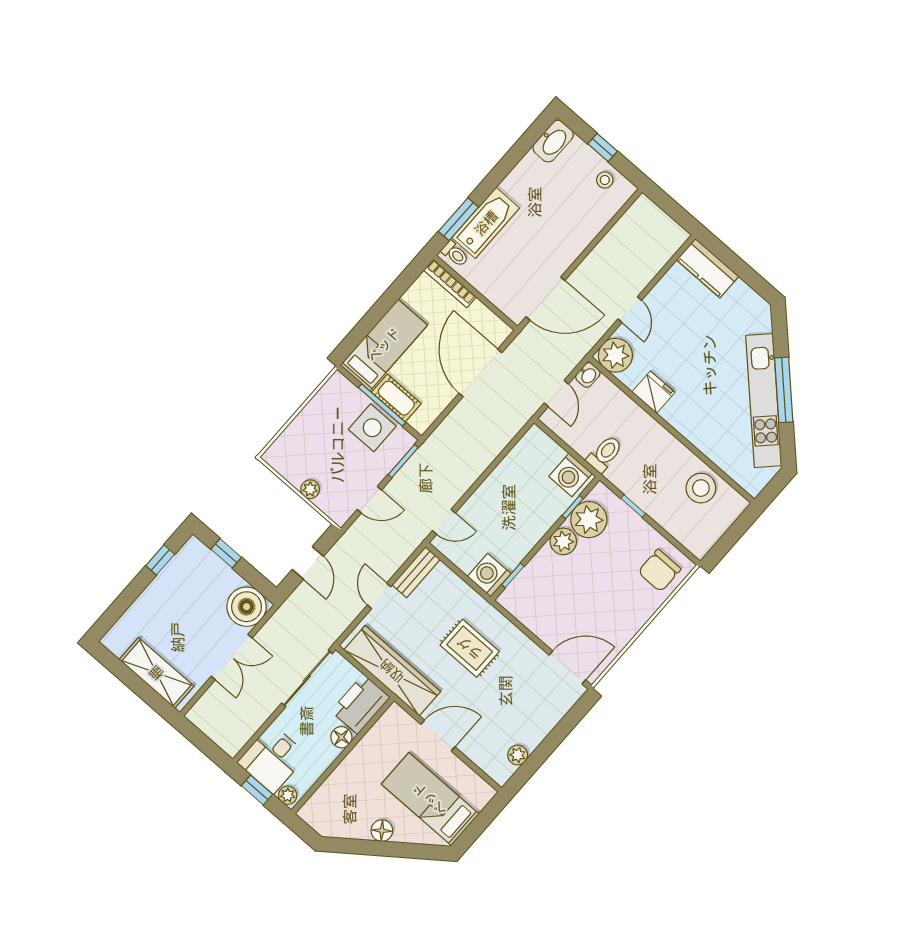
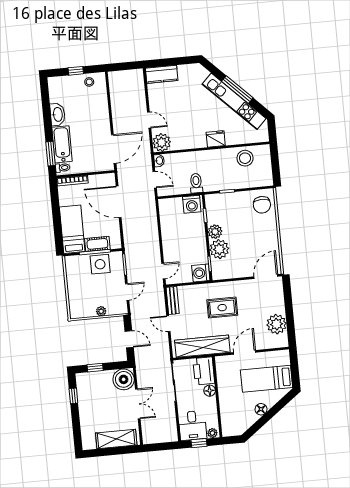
washbasin: (553, 141) -> (57, 114), moved
fridge: (653, 392) -> (216, 139), moved
plant: (589, 520) -> (219, 249), moved
plant: (518, 755) -> (277, 324), width x1.87, depth x1.87

